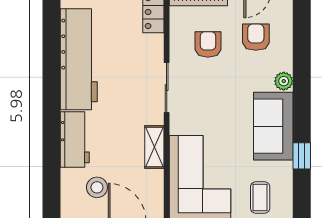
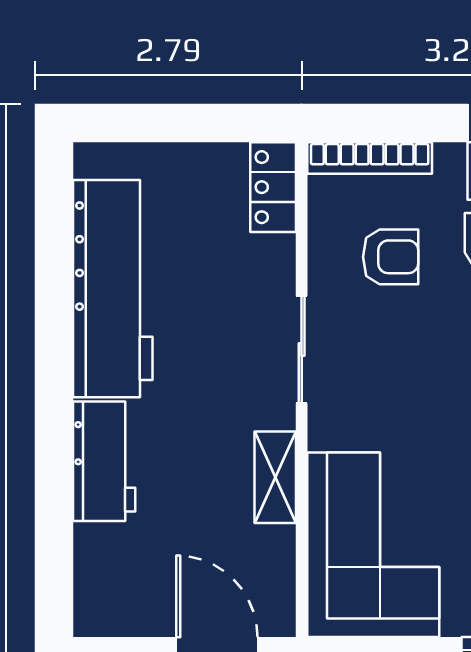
armchair: (208, 44) -> (391, 257), turned 90
stool: (97, 187) -> (152, 564), removed

